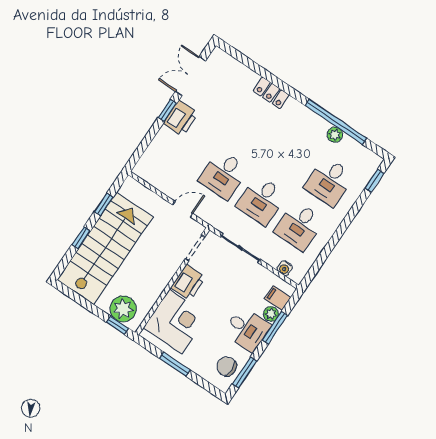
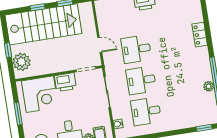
desk: (329, 182) -> (182, 106), removed
window: (118, 325) -> (8, 50), moved

